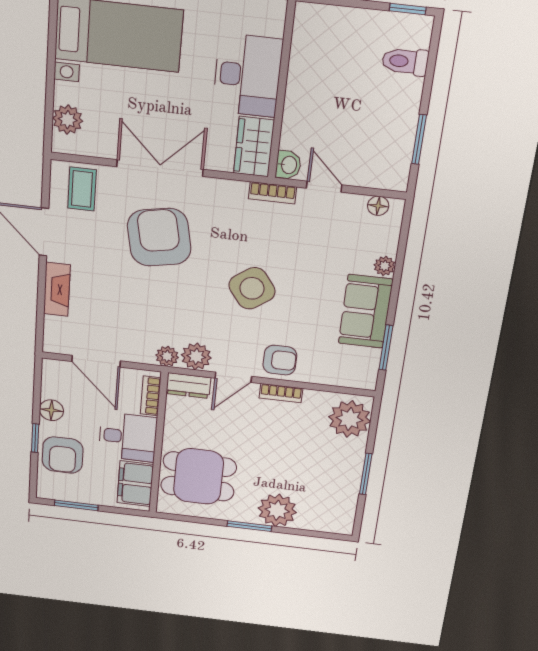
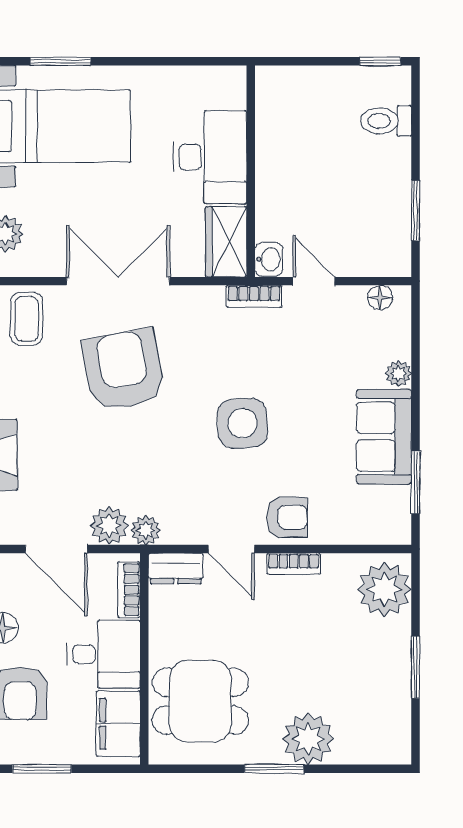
side table: (252, 288) -> (242, 423), turned 33
plant: (196, 356) -> (109, 526), moved
door: (233, 377) -> (231, 549), hinge flipped

